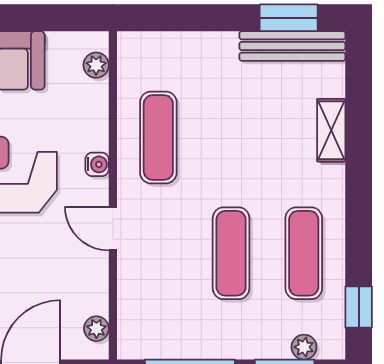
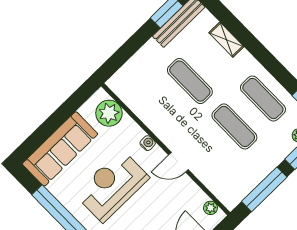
plant: (96, 65) -> (109, 113), width x1.87, depth x1.87
exercise mat: (158, 137) -> (190, 81), moved

